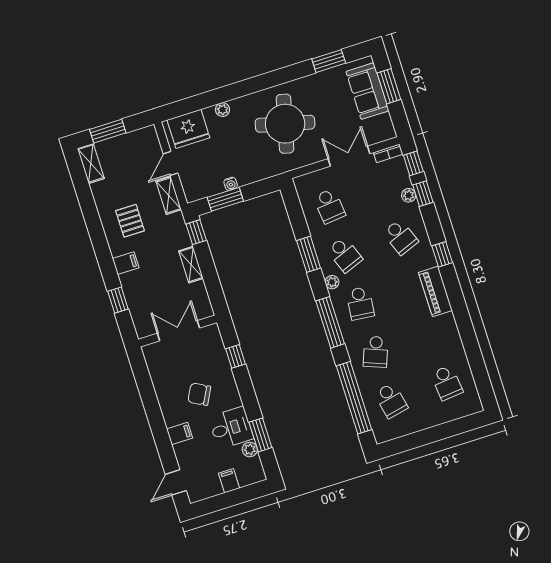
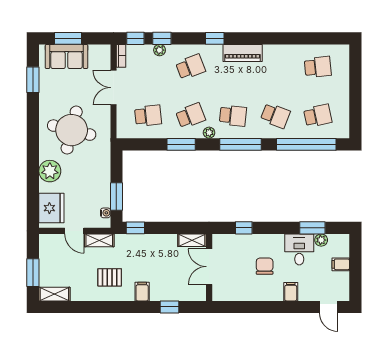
plant: (222, 110) -> (50, 171), width x1.88, depth x1.88
water cooler: (231, 184) -> (106, 213), moved
shelving: (191, 265) -> (192, 240), moved
chair: (199, 394) -> (265, 266), turned 152

